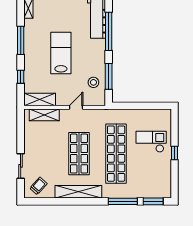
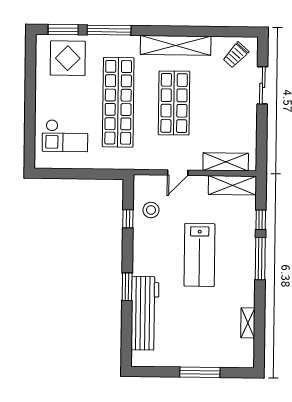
window: (109, 31) -> (127, 287), width x0.47
window: (21, 40) -> (260, 259), moved
window: (109, 76) -> (128, 219), width x0.46
checkout: (151, 142) -> (65, 136), moved
window: (174, 153) -> (30, 102), removed
display table: (150, 182) -> (68, 58), added

